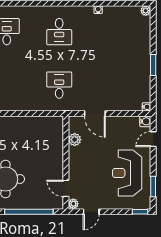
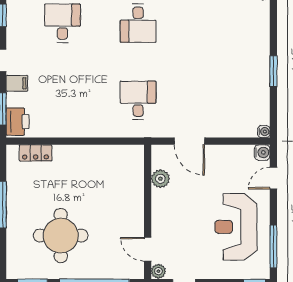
window: (153, 187) -> (273, 246), width x1.44

